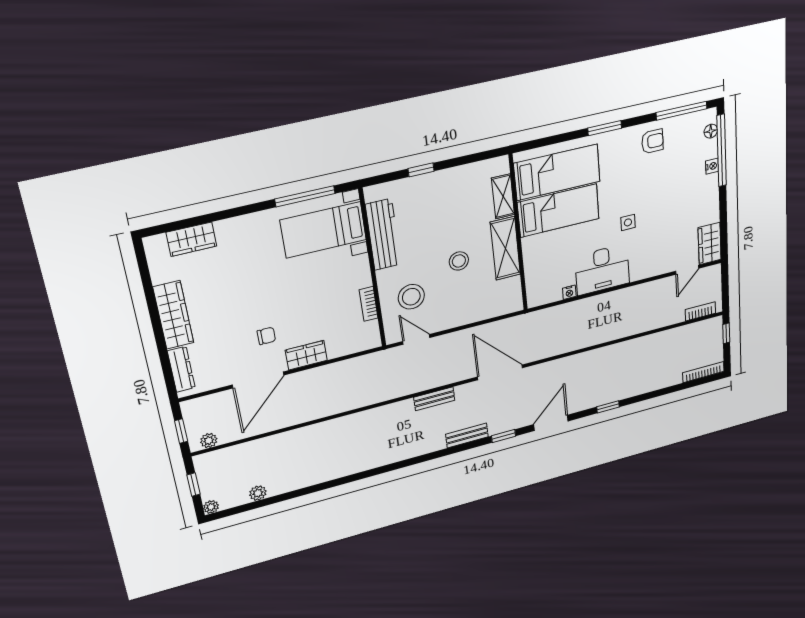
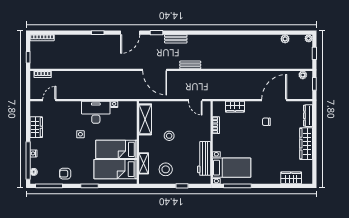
wardrobe: (710, 244) -> (36, 127), moved
shelving: (505, 248) -> (145, 119), moved
stool: (411, 297) -> (166, 169), moved
wardrobe: (306, 355) -> (235, 107), moved

